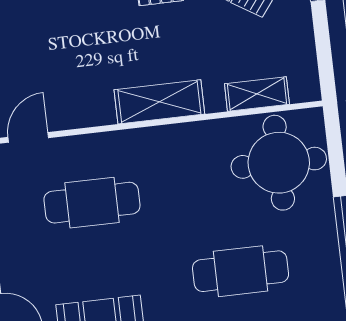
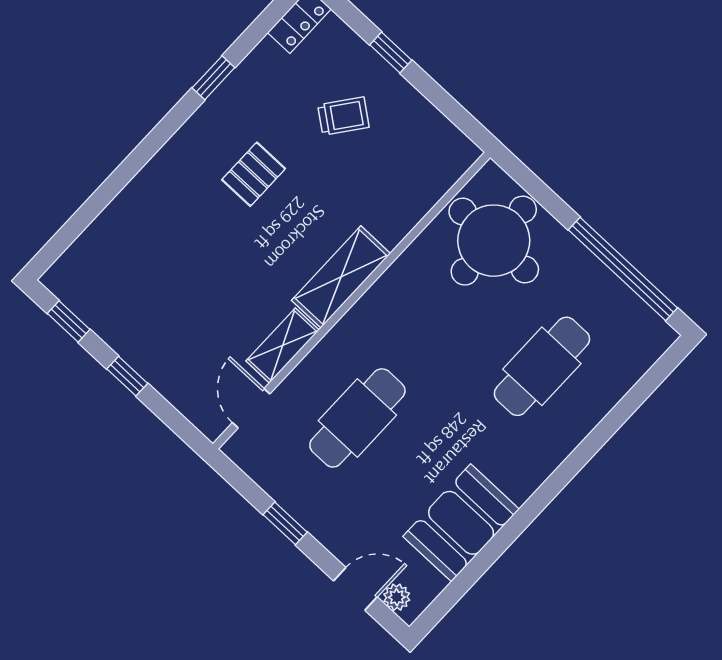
shelving: (257, 94) -> (283, 346), moved

